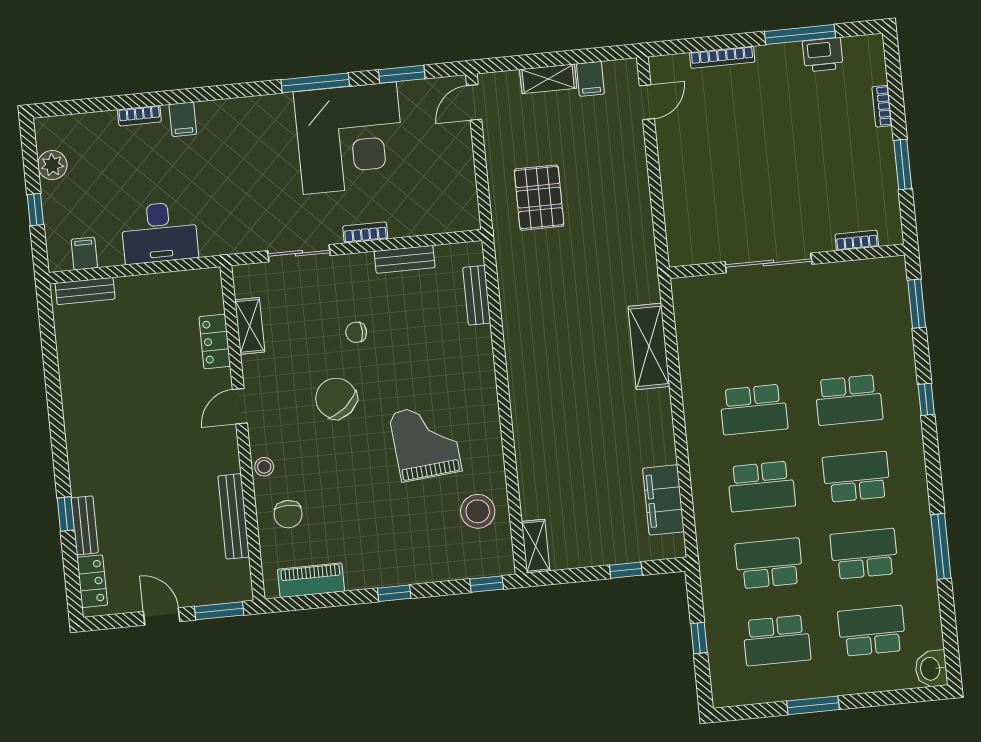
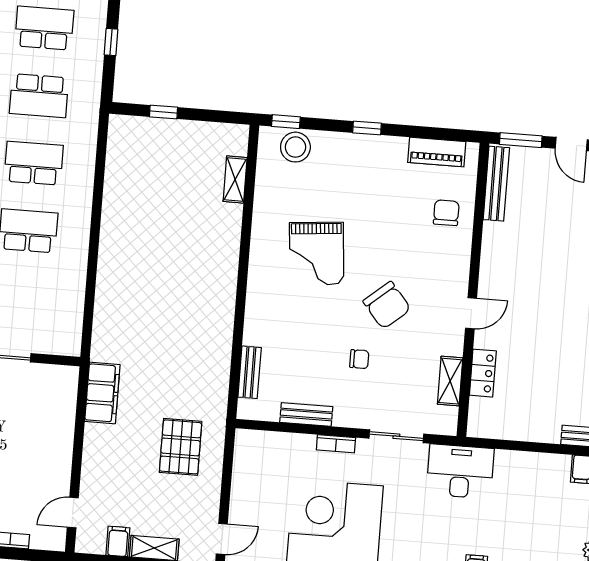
desk: (159, 233) -> (460, 471), moved
shelving: (649, 346) -> (109, 301), removed
stool: (264, 467) -> (460, 257), removed
filing cabinet: (664, 500) -> (102, 393), moved
stool: (478, 511) -> (295, 147), moved
bench: (234, 516) -> (496, 184), moved
shelving: (536, 546) -> (235, 179), moved

